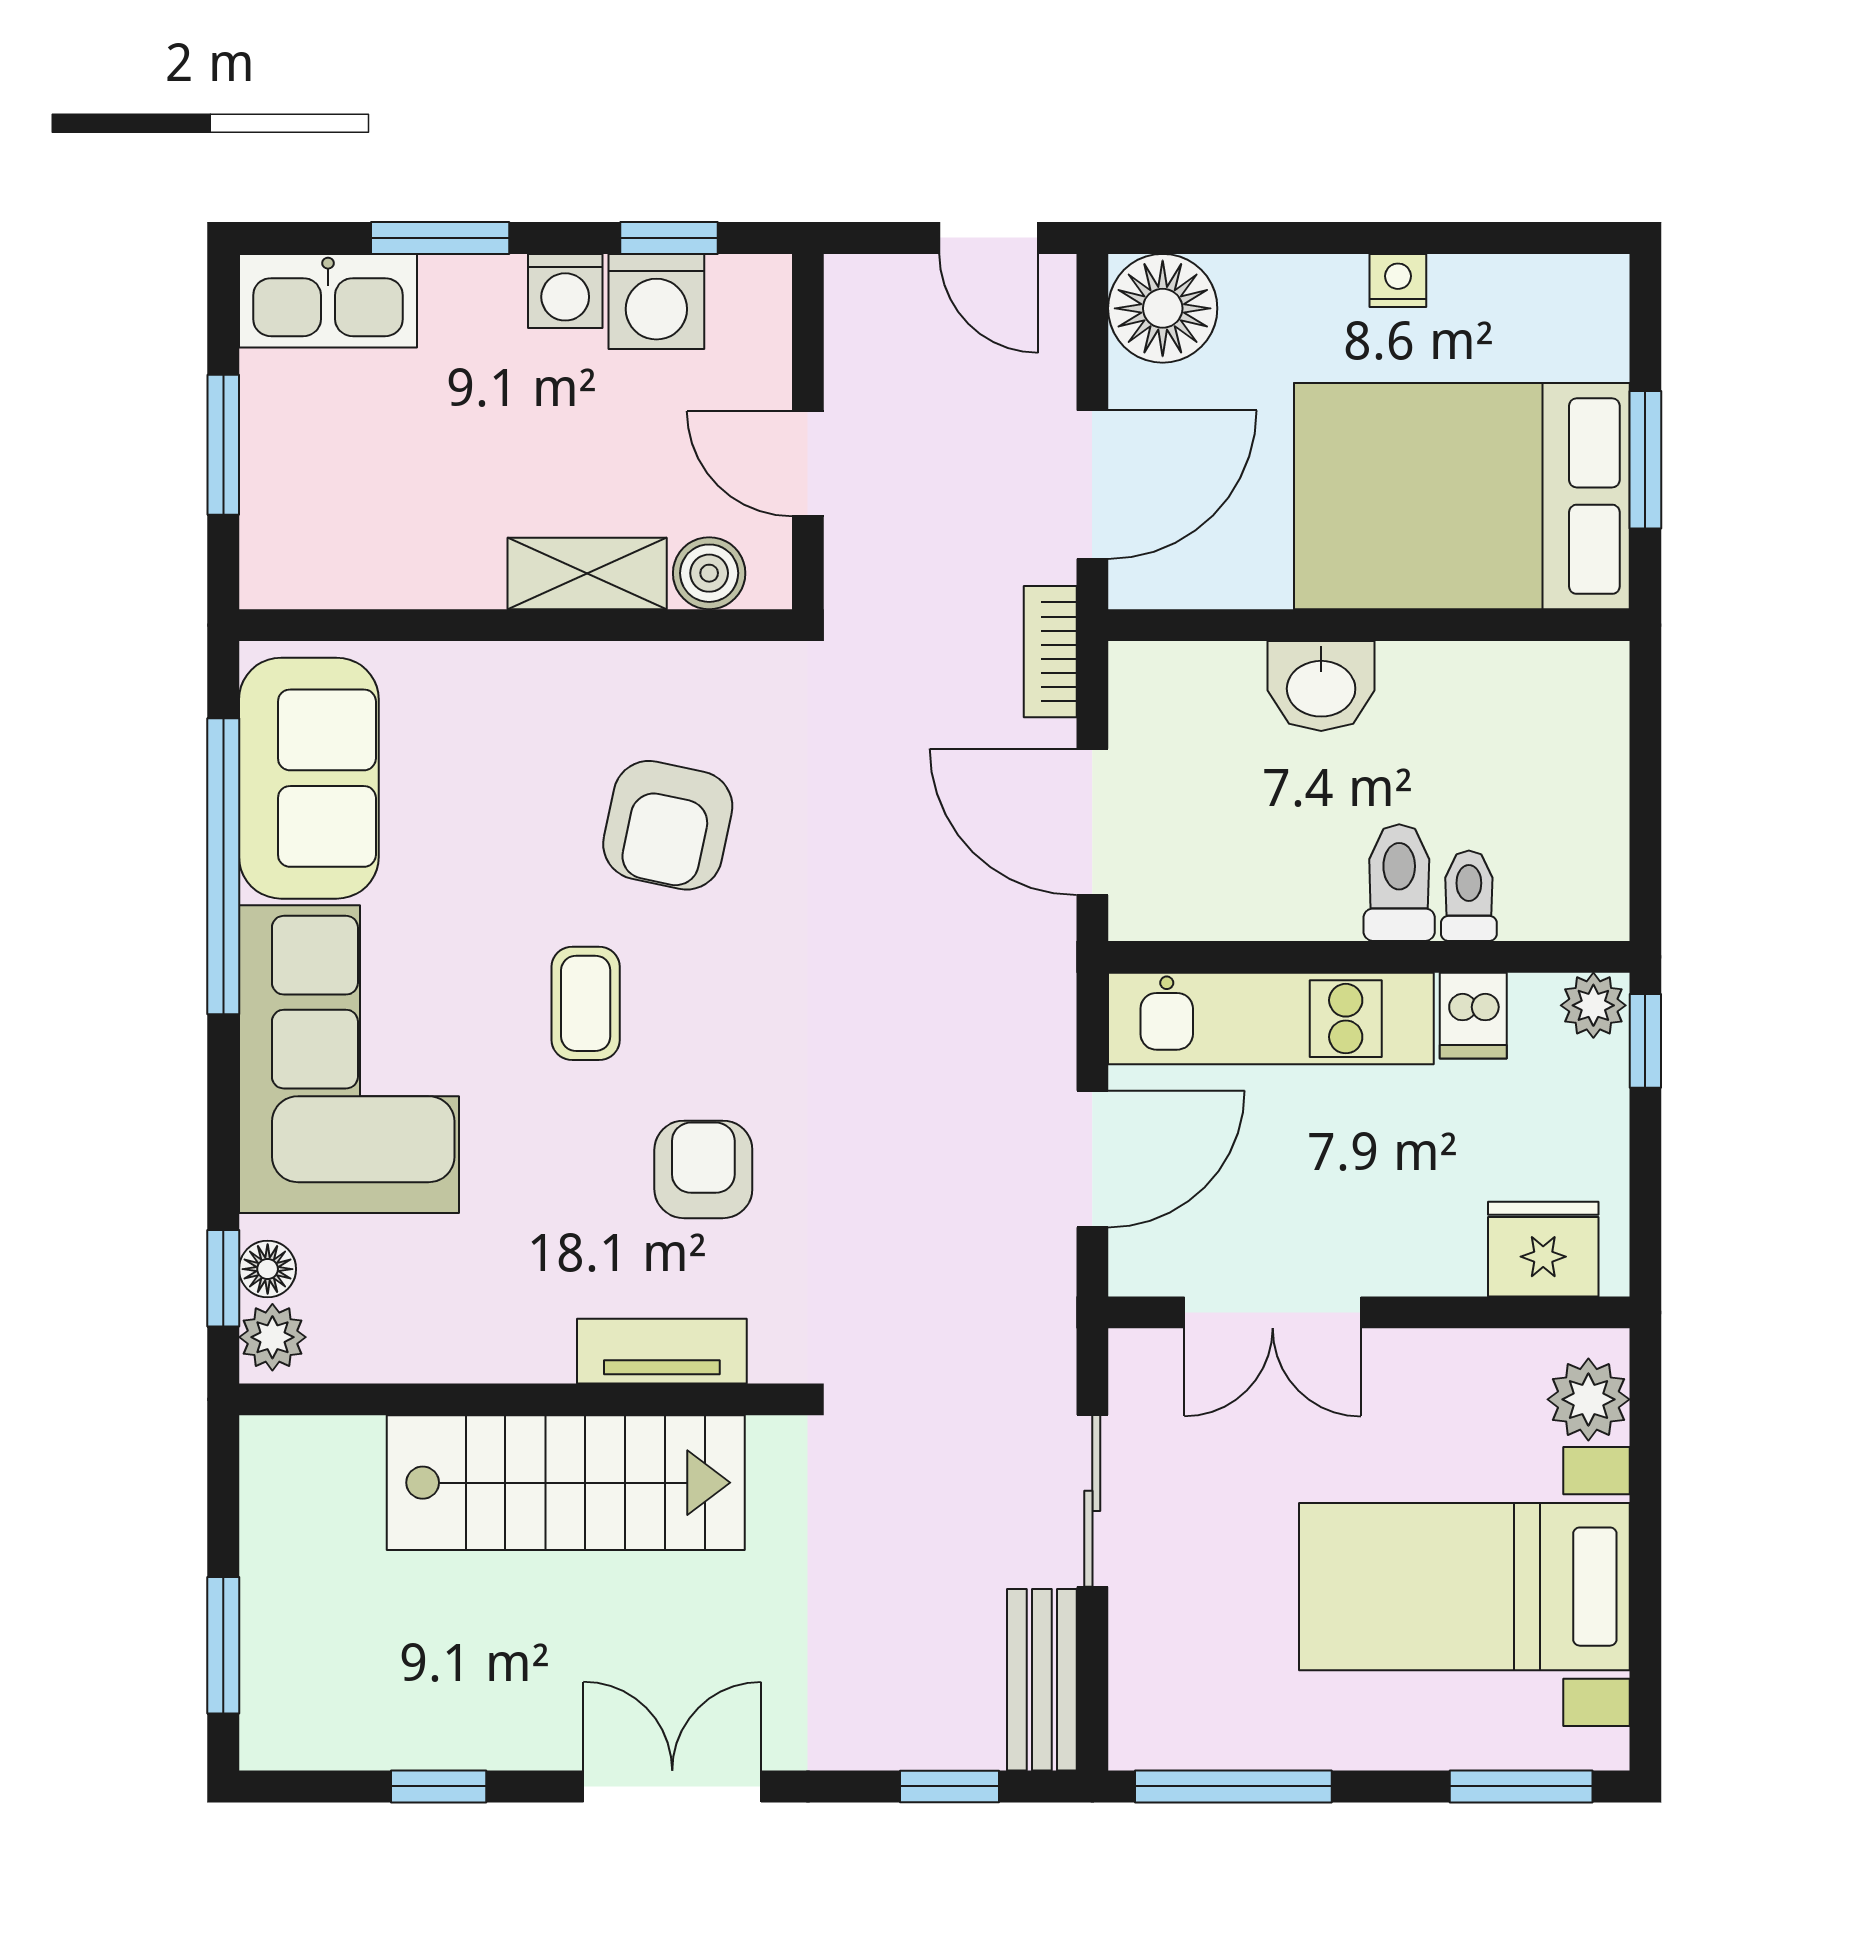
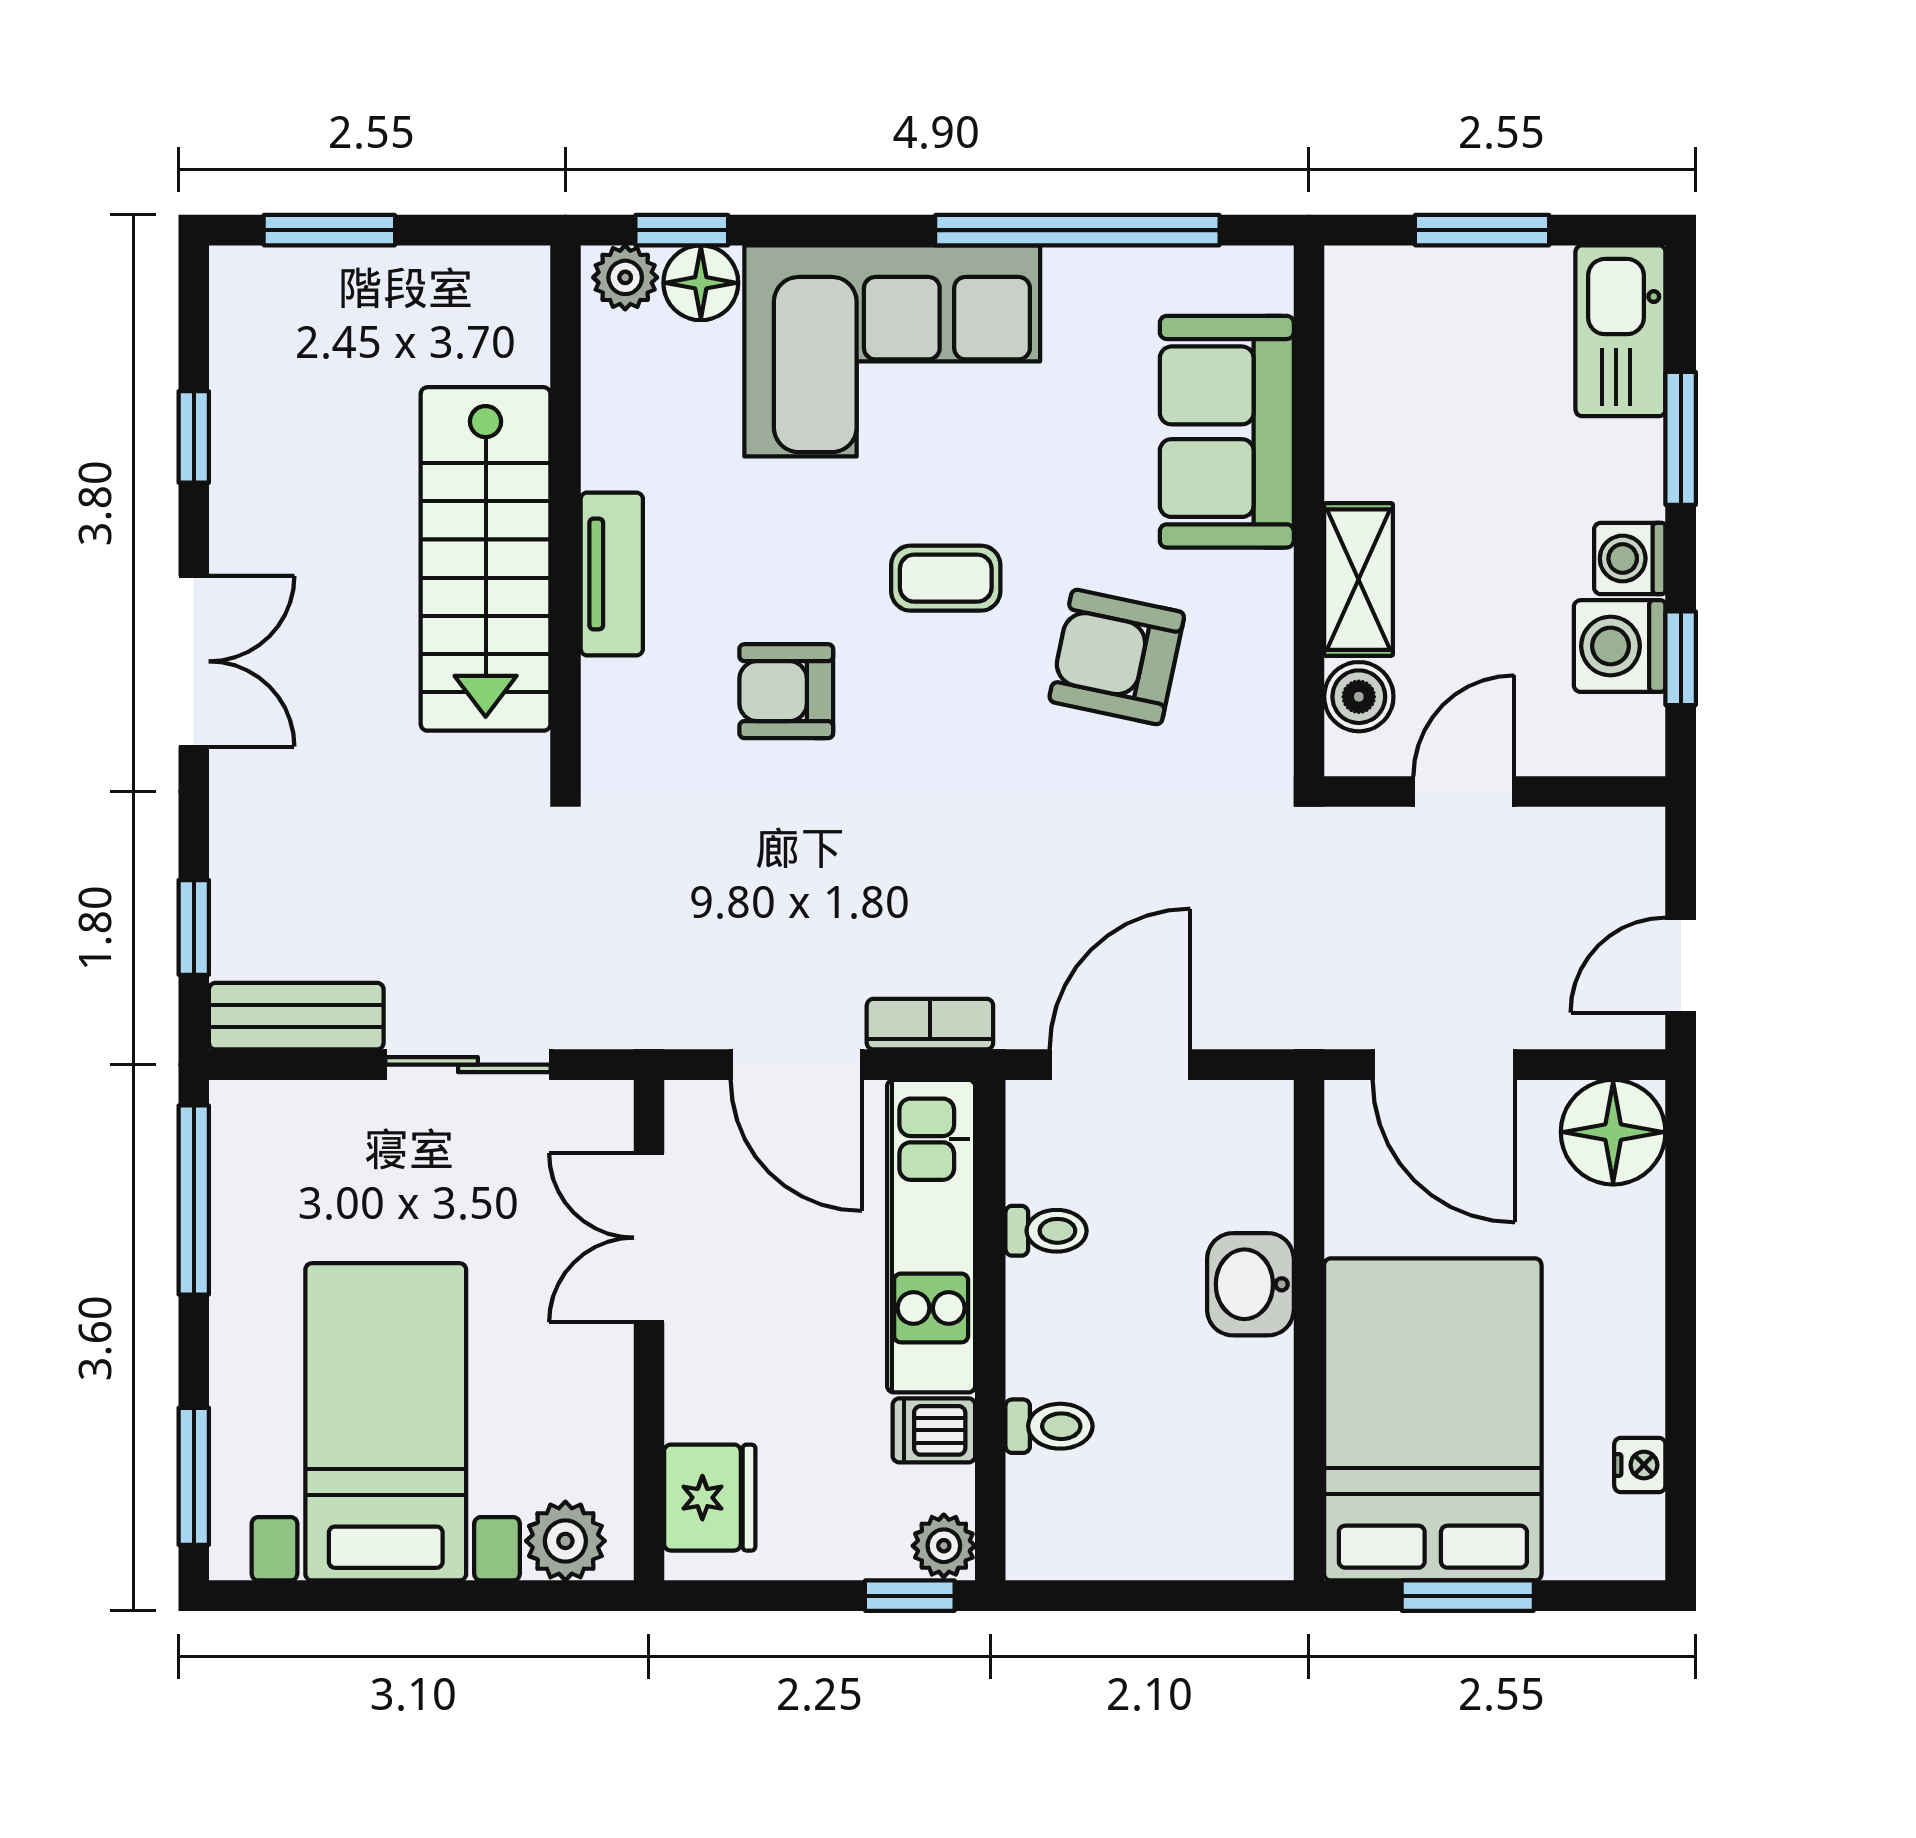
nightstand: (1398, 280) -> (1640, 1465), moved
bookcase: (1050, 652) -> (930, 1024), moved
sofa: (309, 778) -> (1227, 432), moved, turned 90
toilet: (1399, 883) -> (1046, 1231), moved, width x0.73, depth x0.72
armchair: (703, 1169) -> (786, 691), turned 180
floor lamp: (268, 1269) -> (701, 283), width x1.37, depth x1.37
tv unit: (662, 1351) -> (612, 574), moved

